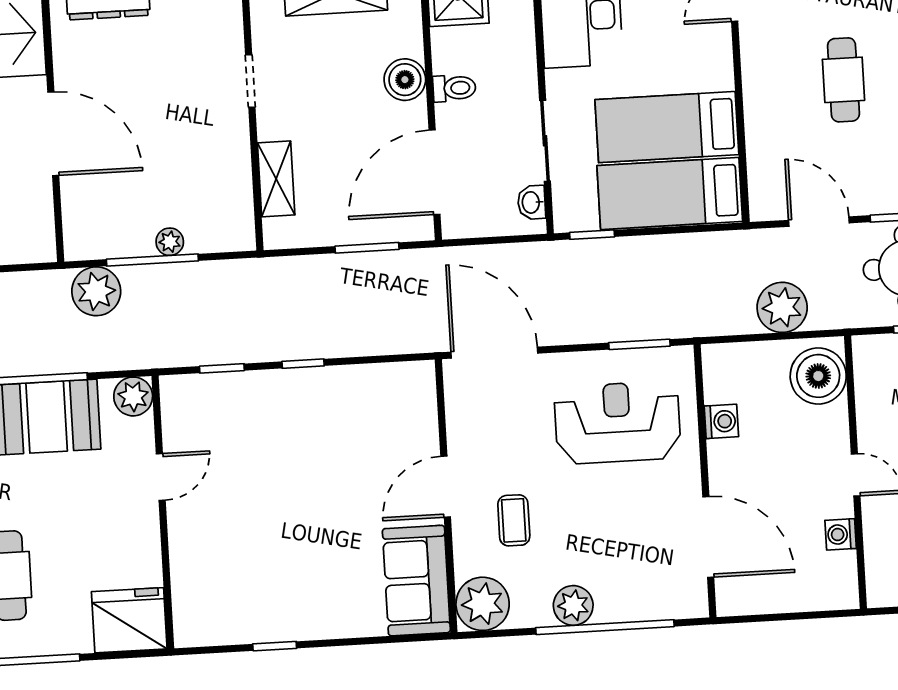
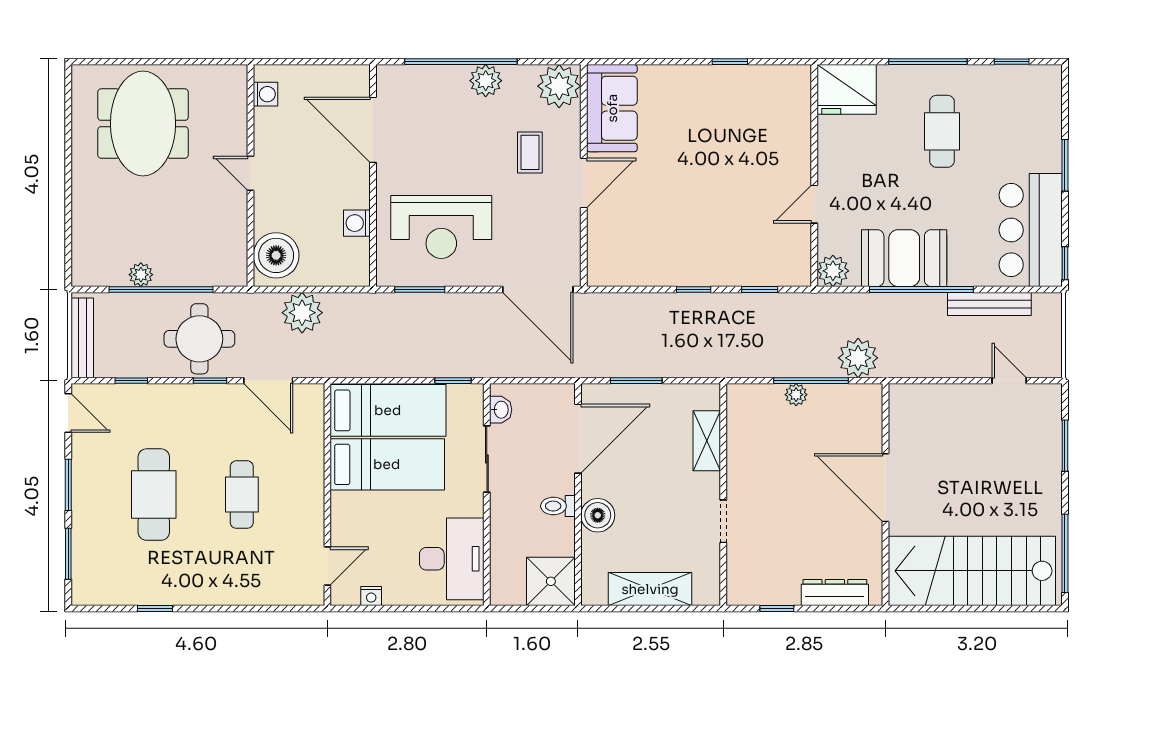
washing machine: (841, 534) -> (265, 94), moved

